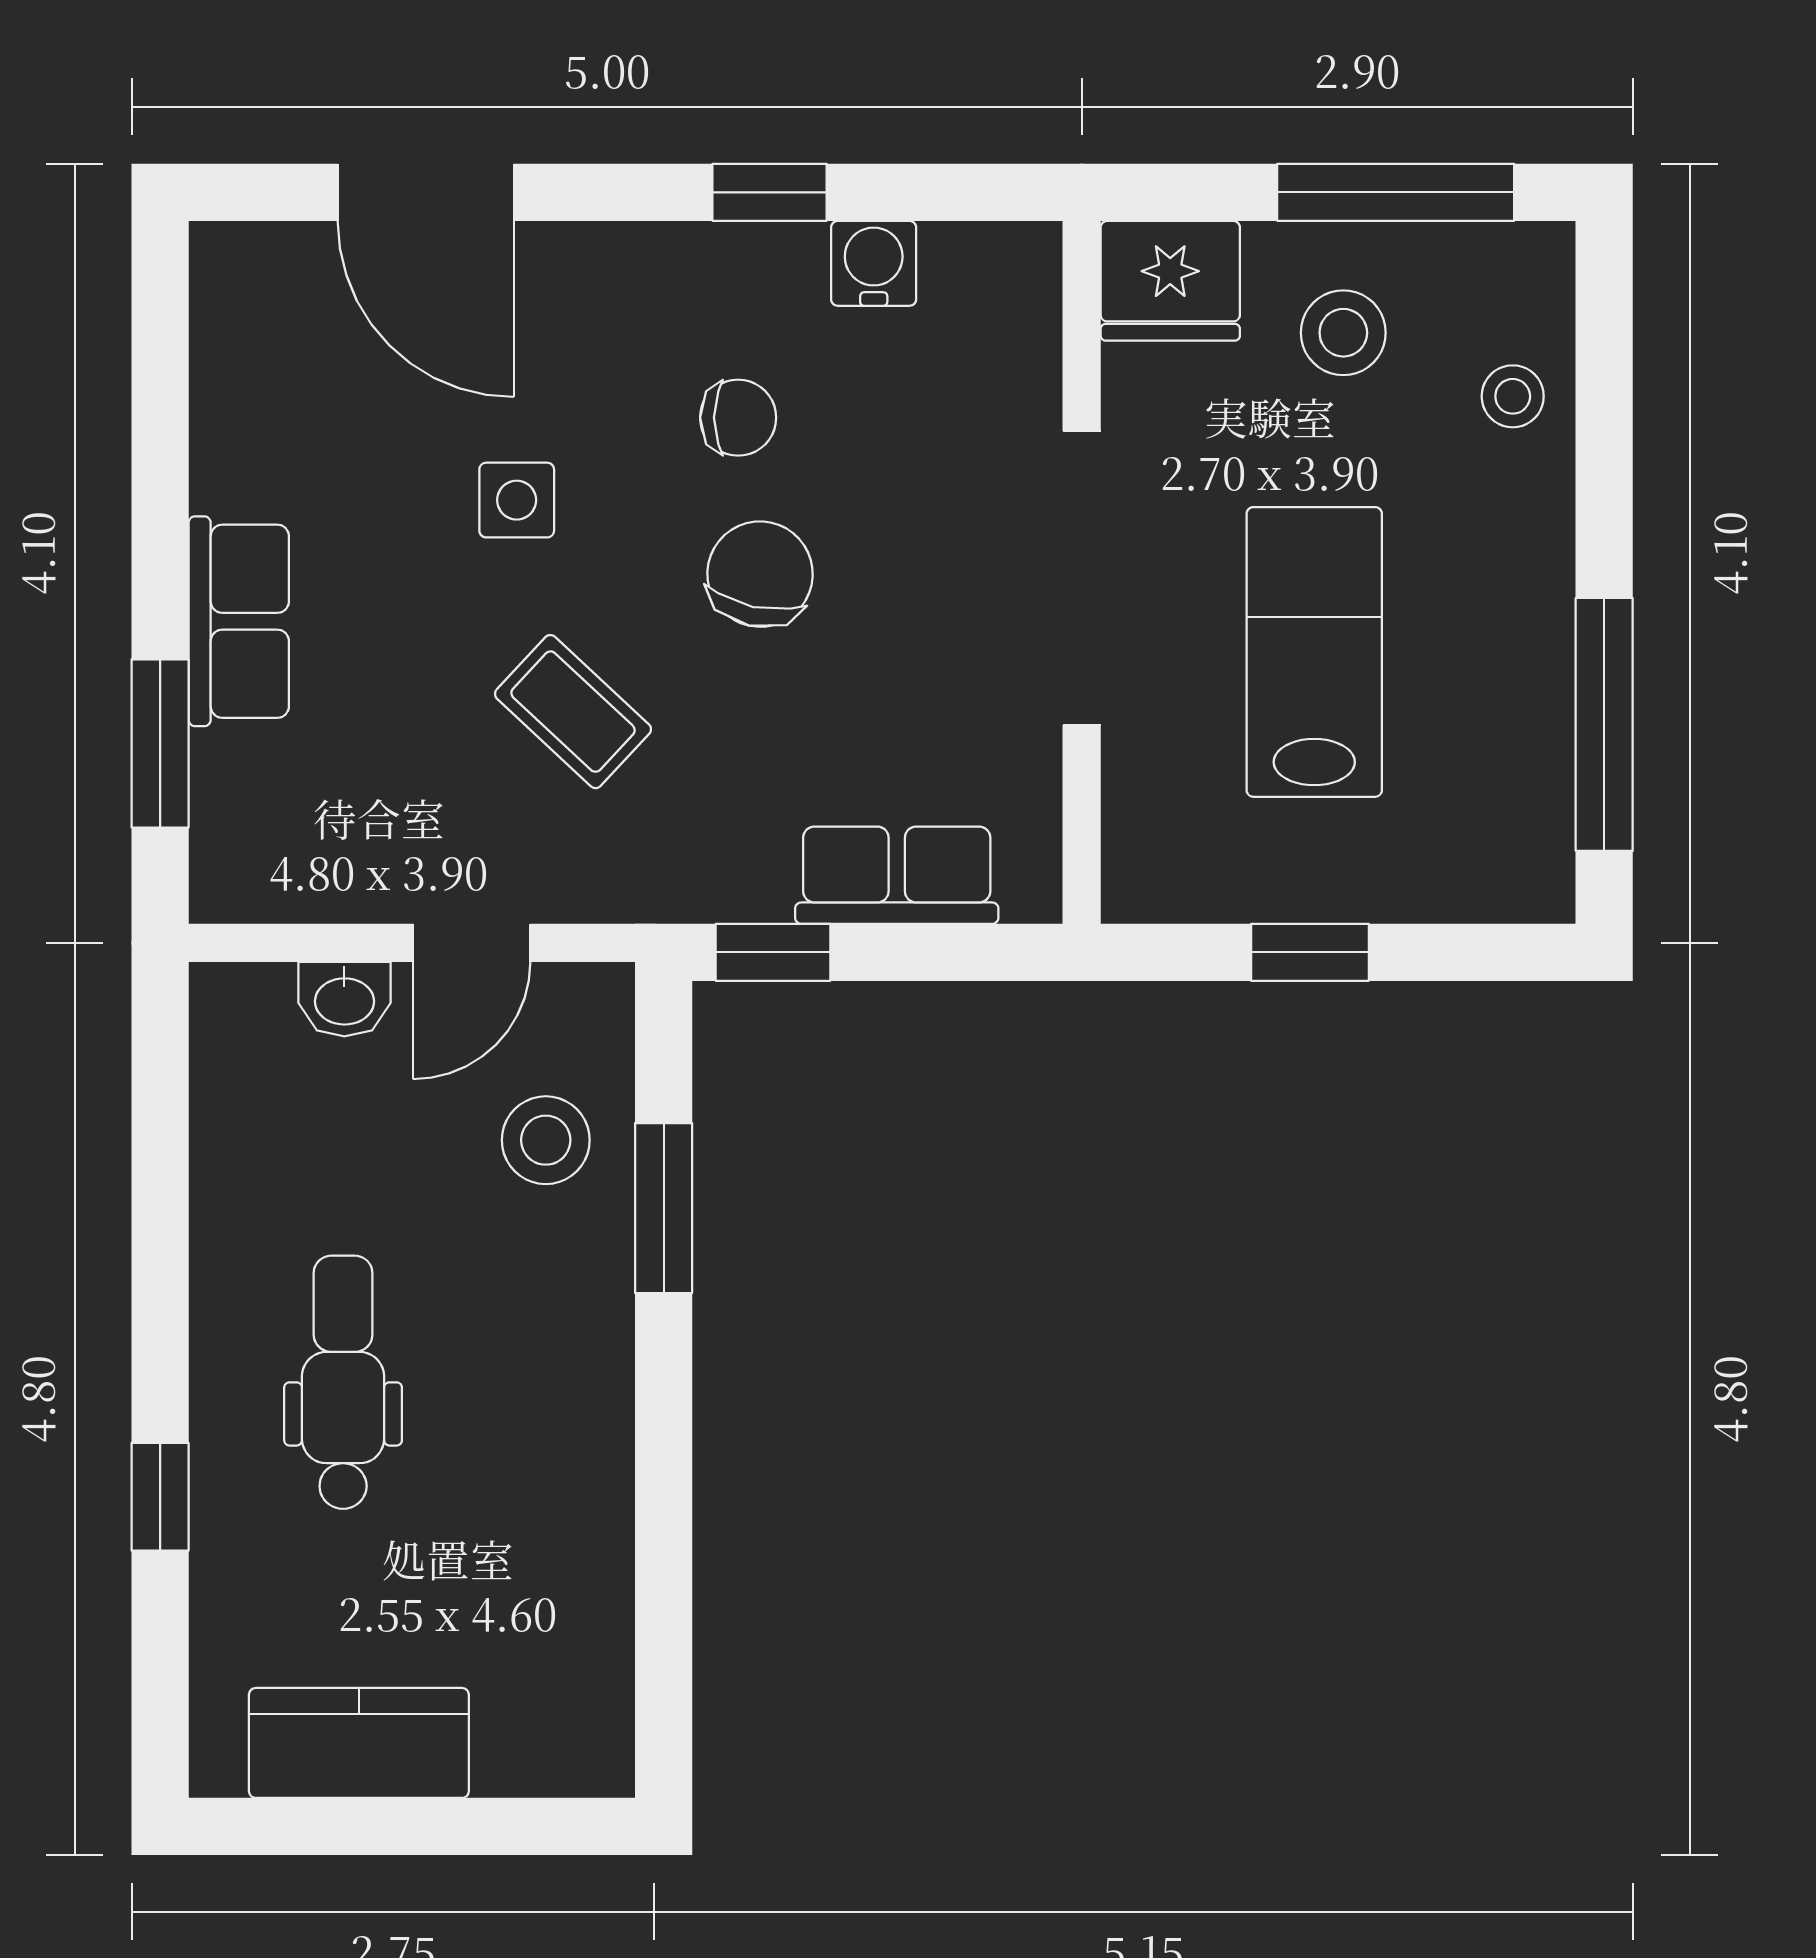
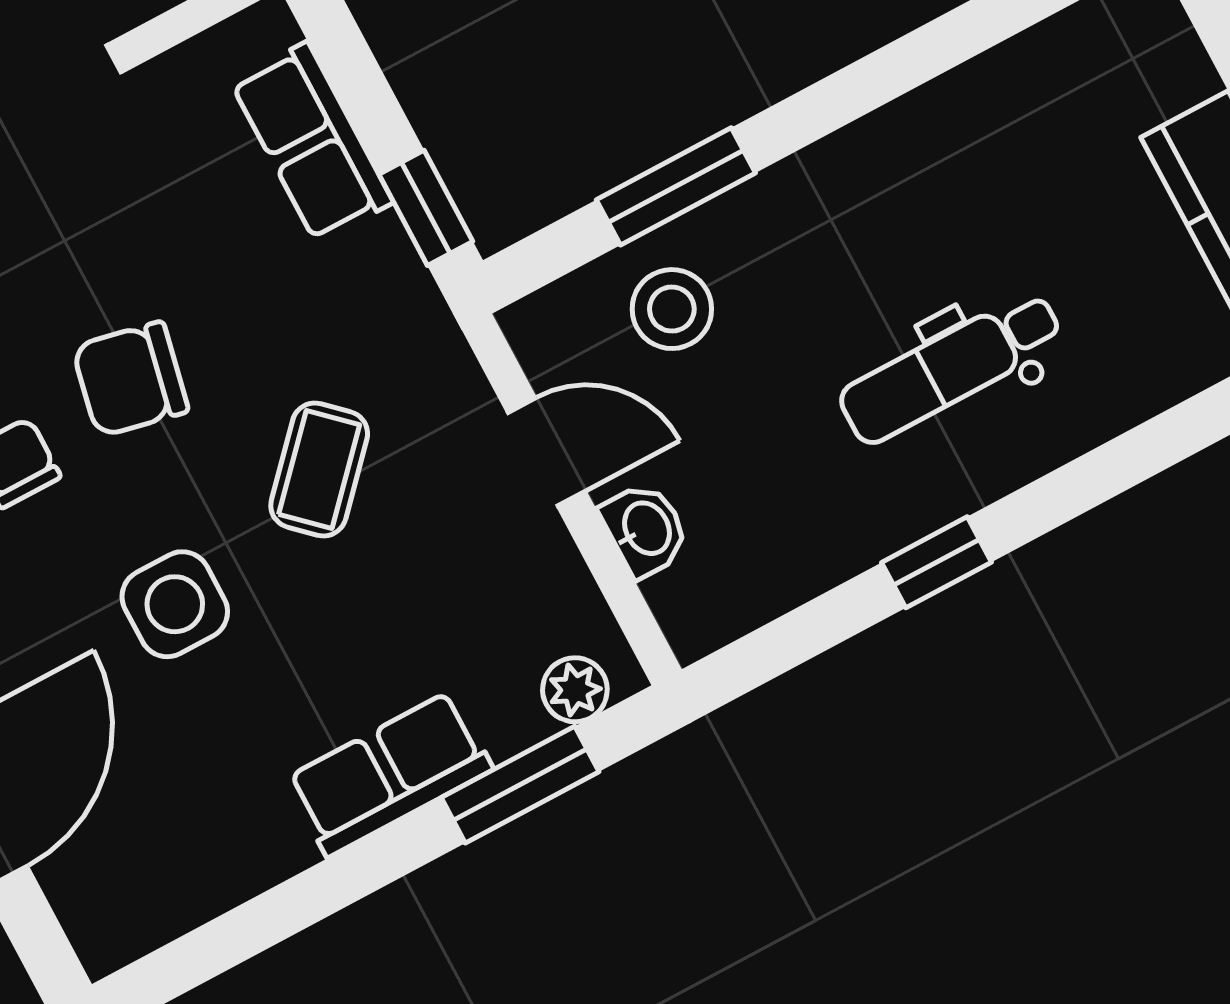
side table: (517, 500) -> (175, 604), width x1.37, depth x1.37
plant: (224, 847) -> (575, 690), added
window: (160, 1497) -> (936, 562), moved

